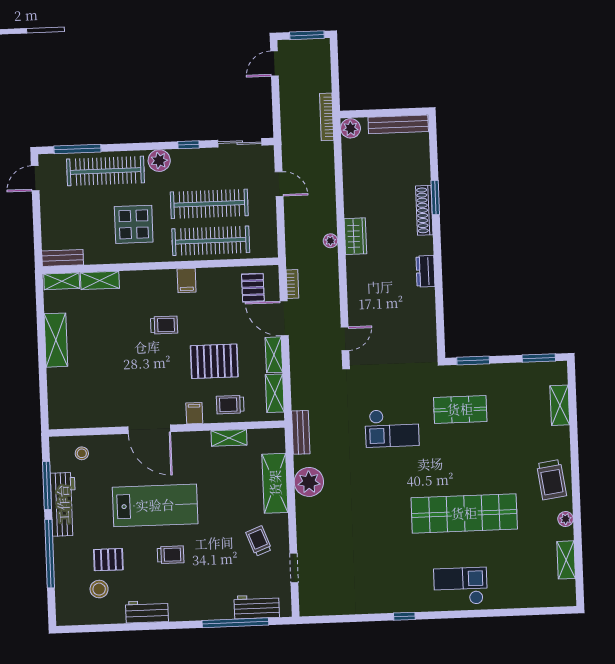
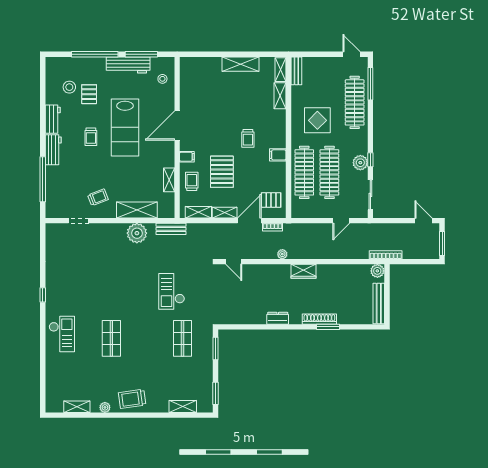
plant: (159, 161) -> (360, 163), moved
plant: (330, 241) -> (282, 254), moved
shop shelf: (464, 513) -> (111, 338), width x0.50, depth x0.74
workbench: (257, 607) -> (53, 150), moved

